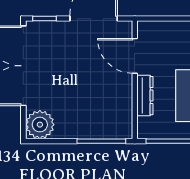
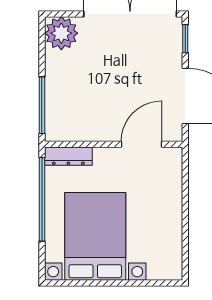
dresser: (145, 96) -> (68, 156), moved

